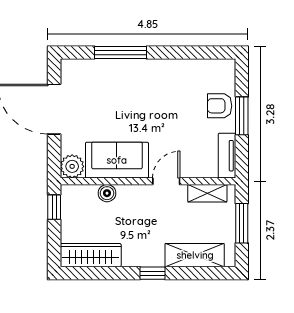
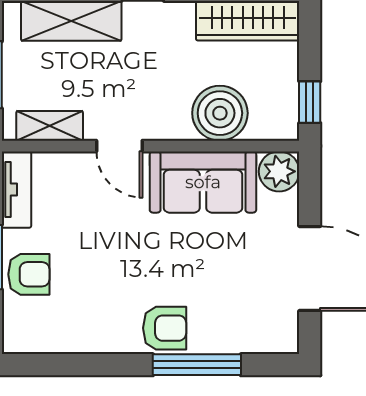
armchair: (140, 74) -> (165, 328), added
door: (166, 181) -> (119, 146), hinge flipped
boiler: (107, 193) -> (220, 113), width x1.86, depth x1.86

